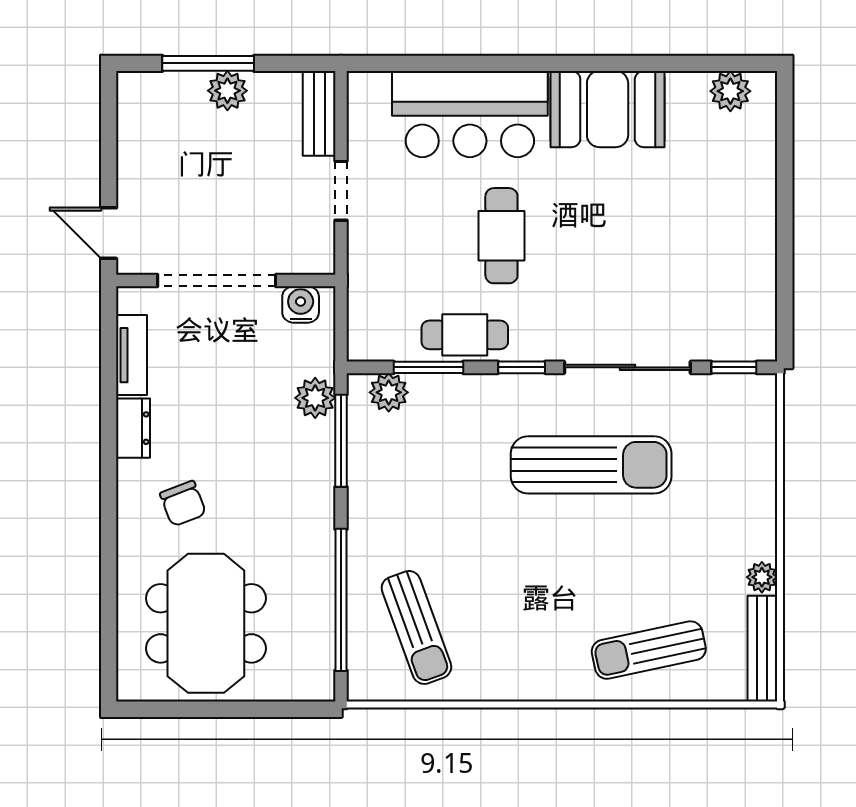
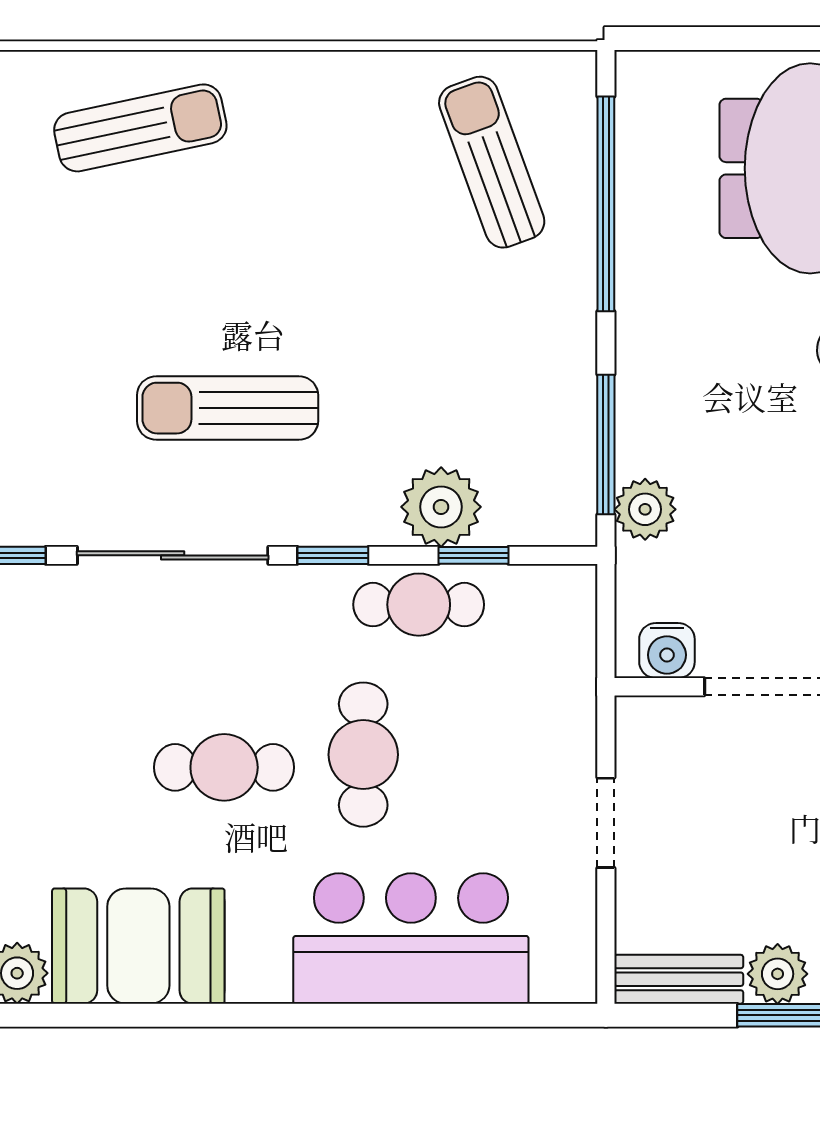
booth: (608, 109) -> (138, 946), moved
bench: (319, 113) -> (679, 979), moved, turned 90
cafe table: (593, 227) -> (224, 767), added
window: (428, 367) -> (474, 555), width x0.67
plant: (389, 392) -> (441, 507), moved, width x1.36, depth x1.36
sun lounger: (591, 465) -> (228, 408), width x0.73, depth x0.75

